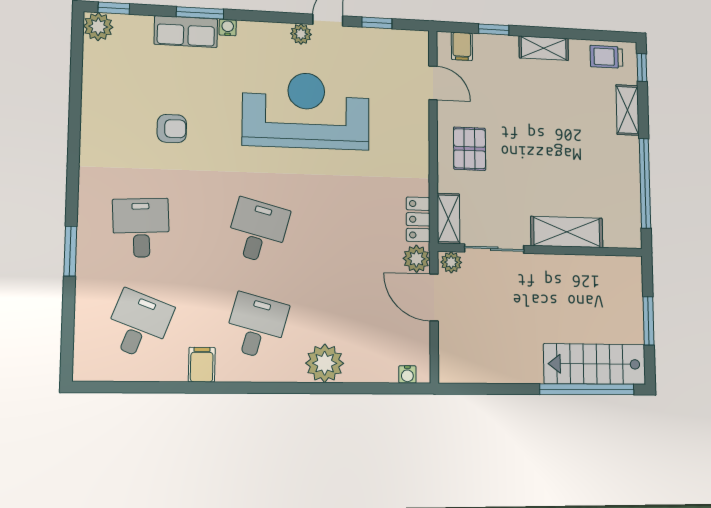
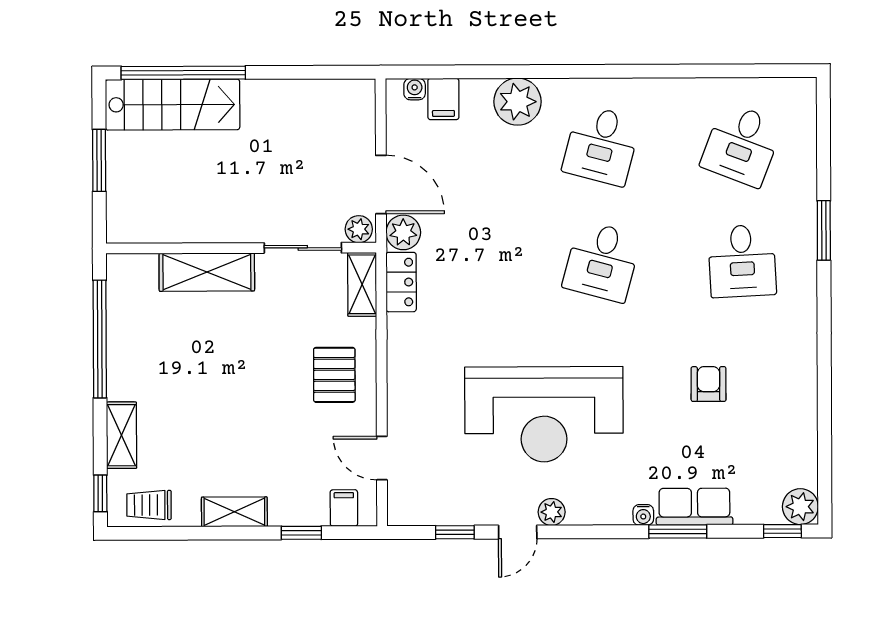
trolley: (606, 57) -> (149, 505), turned 180
armchair: (172, 129) -> (709, 384), turned 90
filing cabinet: (202, 365) -> (443, 99), moved

